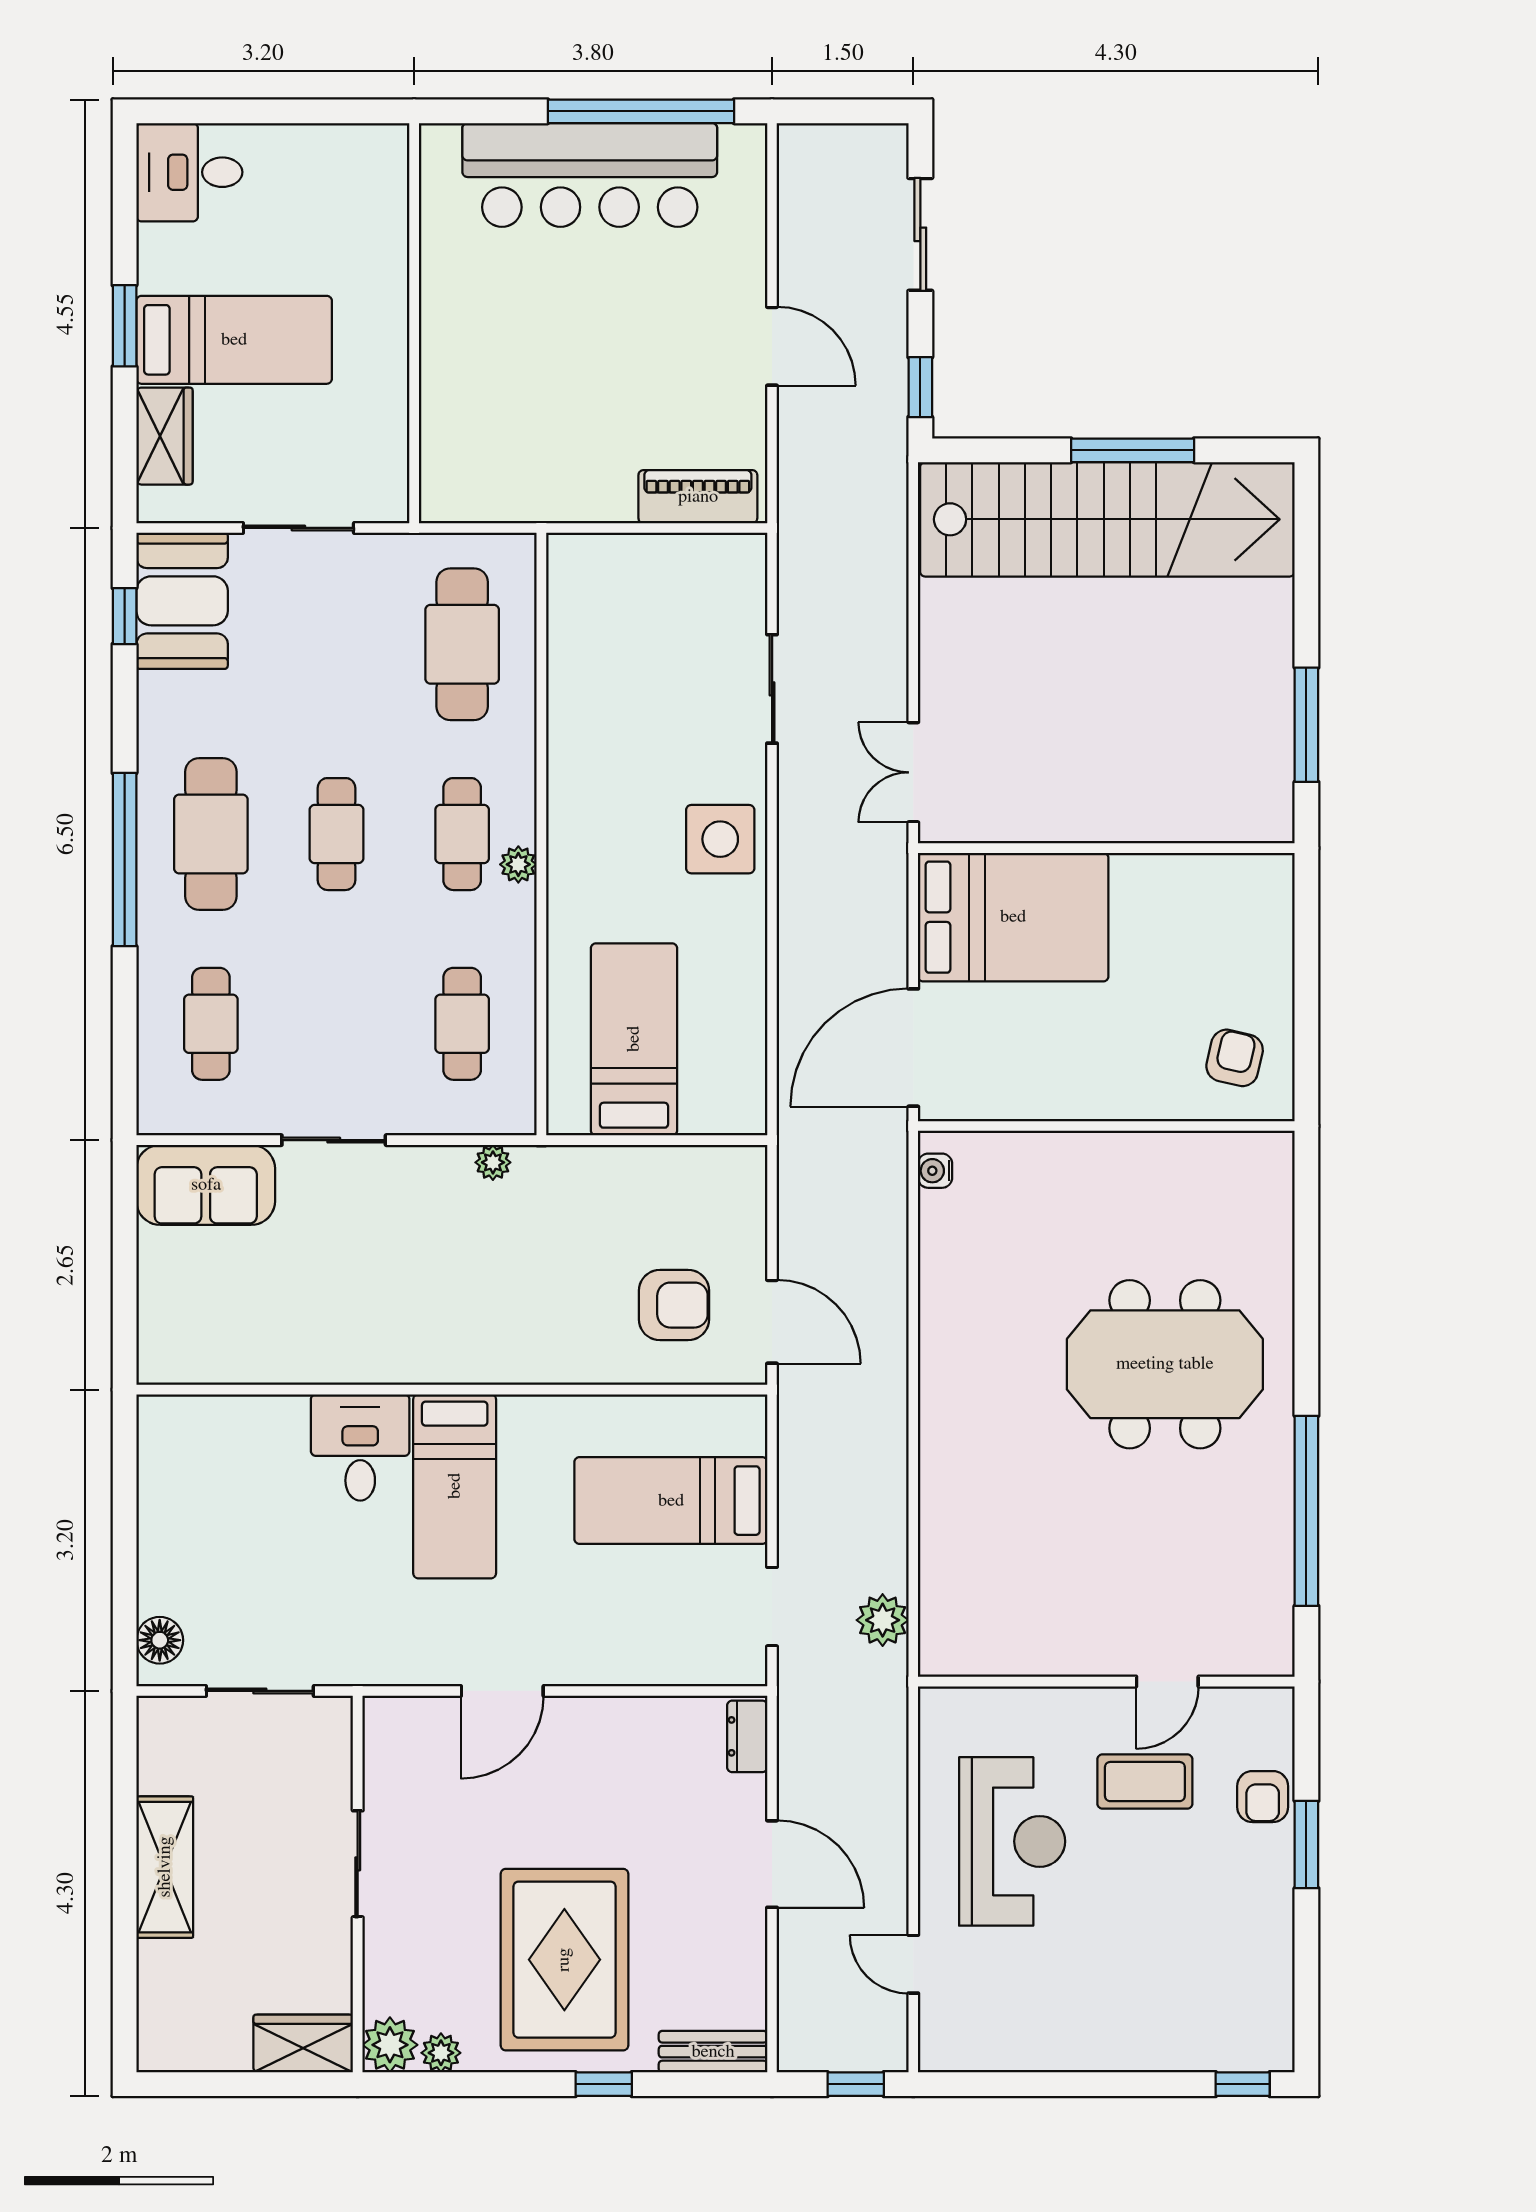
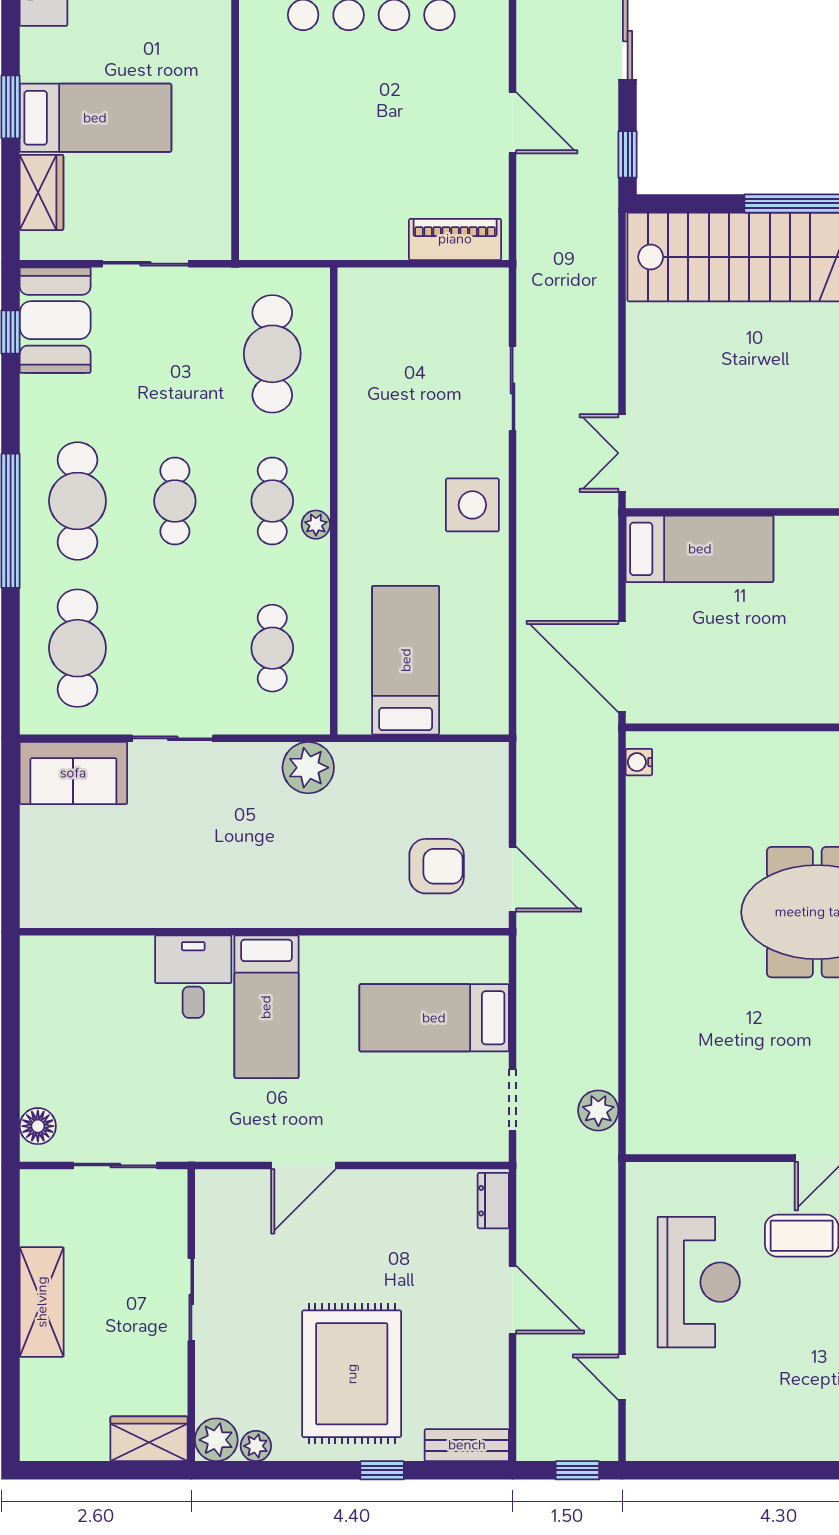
bed: (1013, 917) -> (700, 549), width x0.67
cafe table: (211, 1024) -> (77, 648), width x1.37, depth x1.35
door: (913, 1048) -> (622, 667), hinge flipped
plant: (493, 1162) -> (308, 768), width x1.88, depth x1.88

